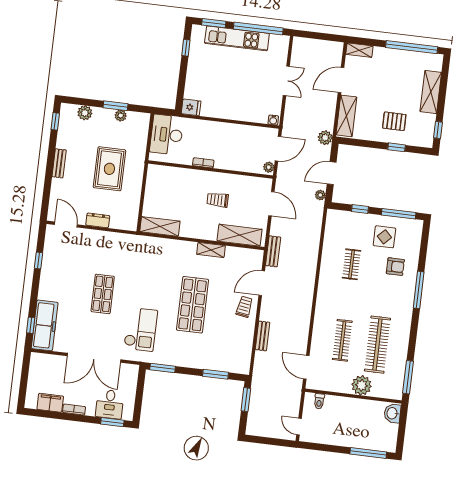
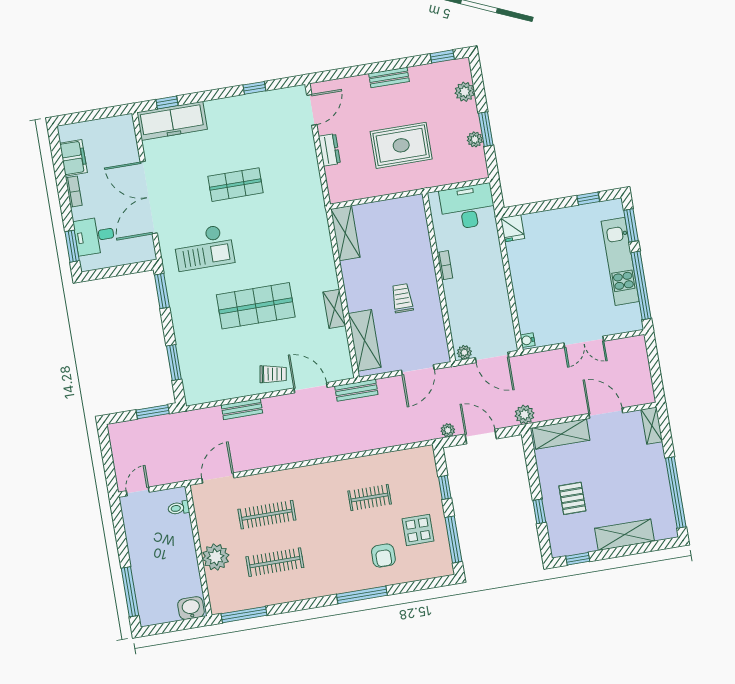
clothes rail: (377, 345) -> (275, 562), width x0.73, depth x0.76

